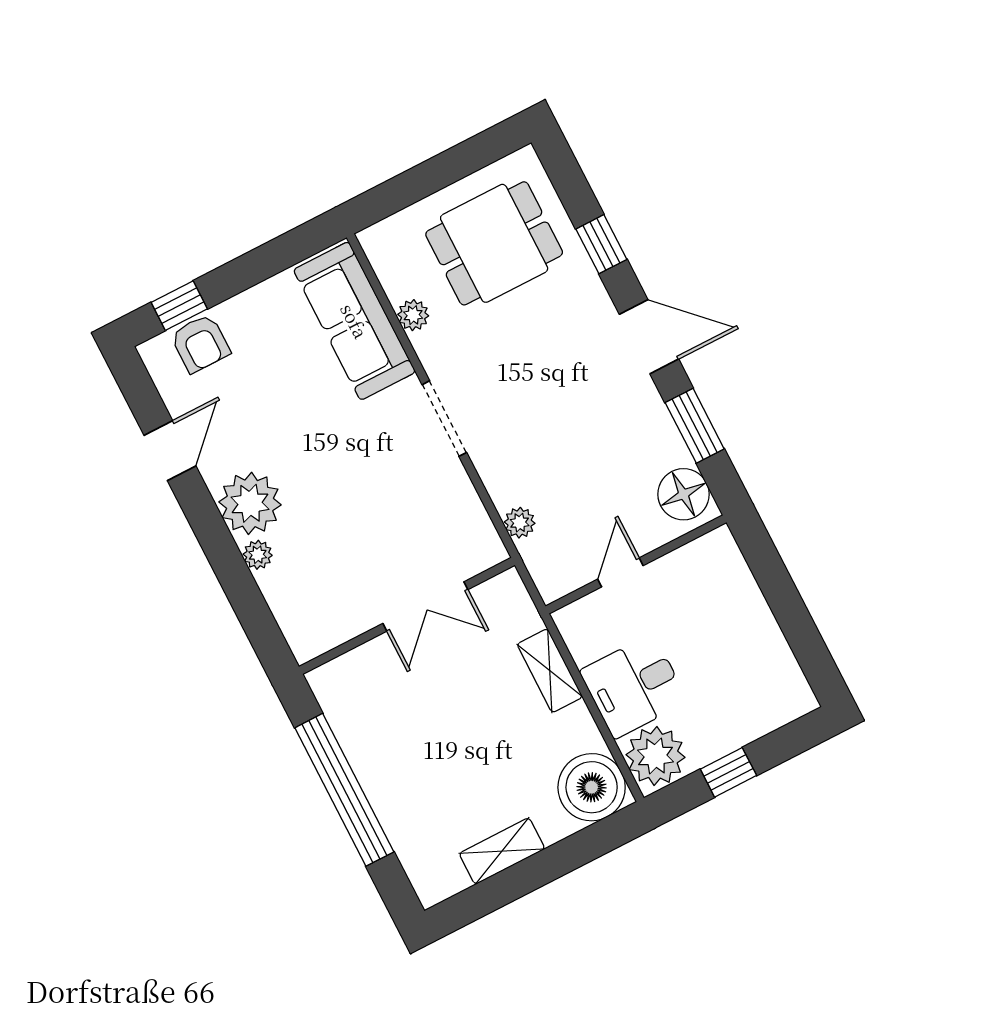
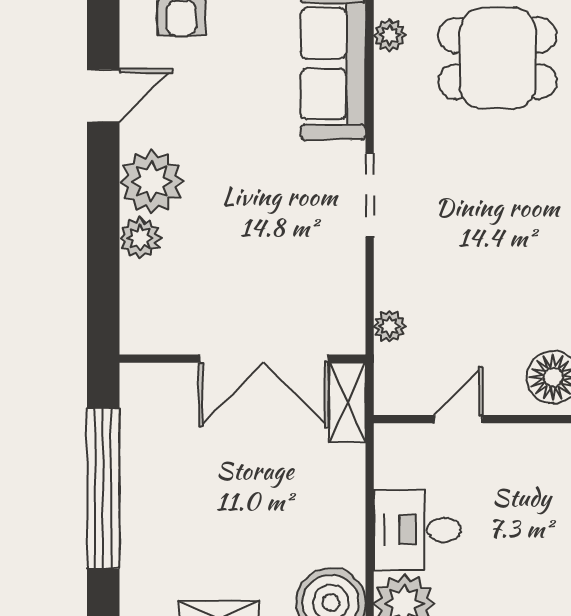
plant: (413, 315) -> (390, 35), moved
plant: (258, 555) -> (140, 238), width x1.38, depth x1.38
double door: (425, 607) -> (264, 359), width x1.37
shelving: (550, 671) -> (348, 403), moved

